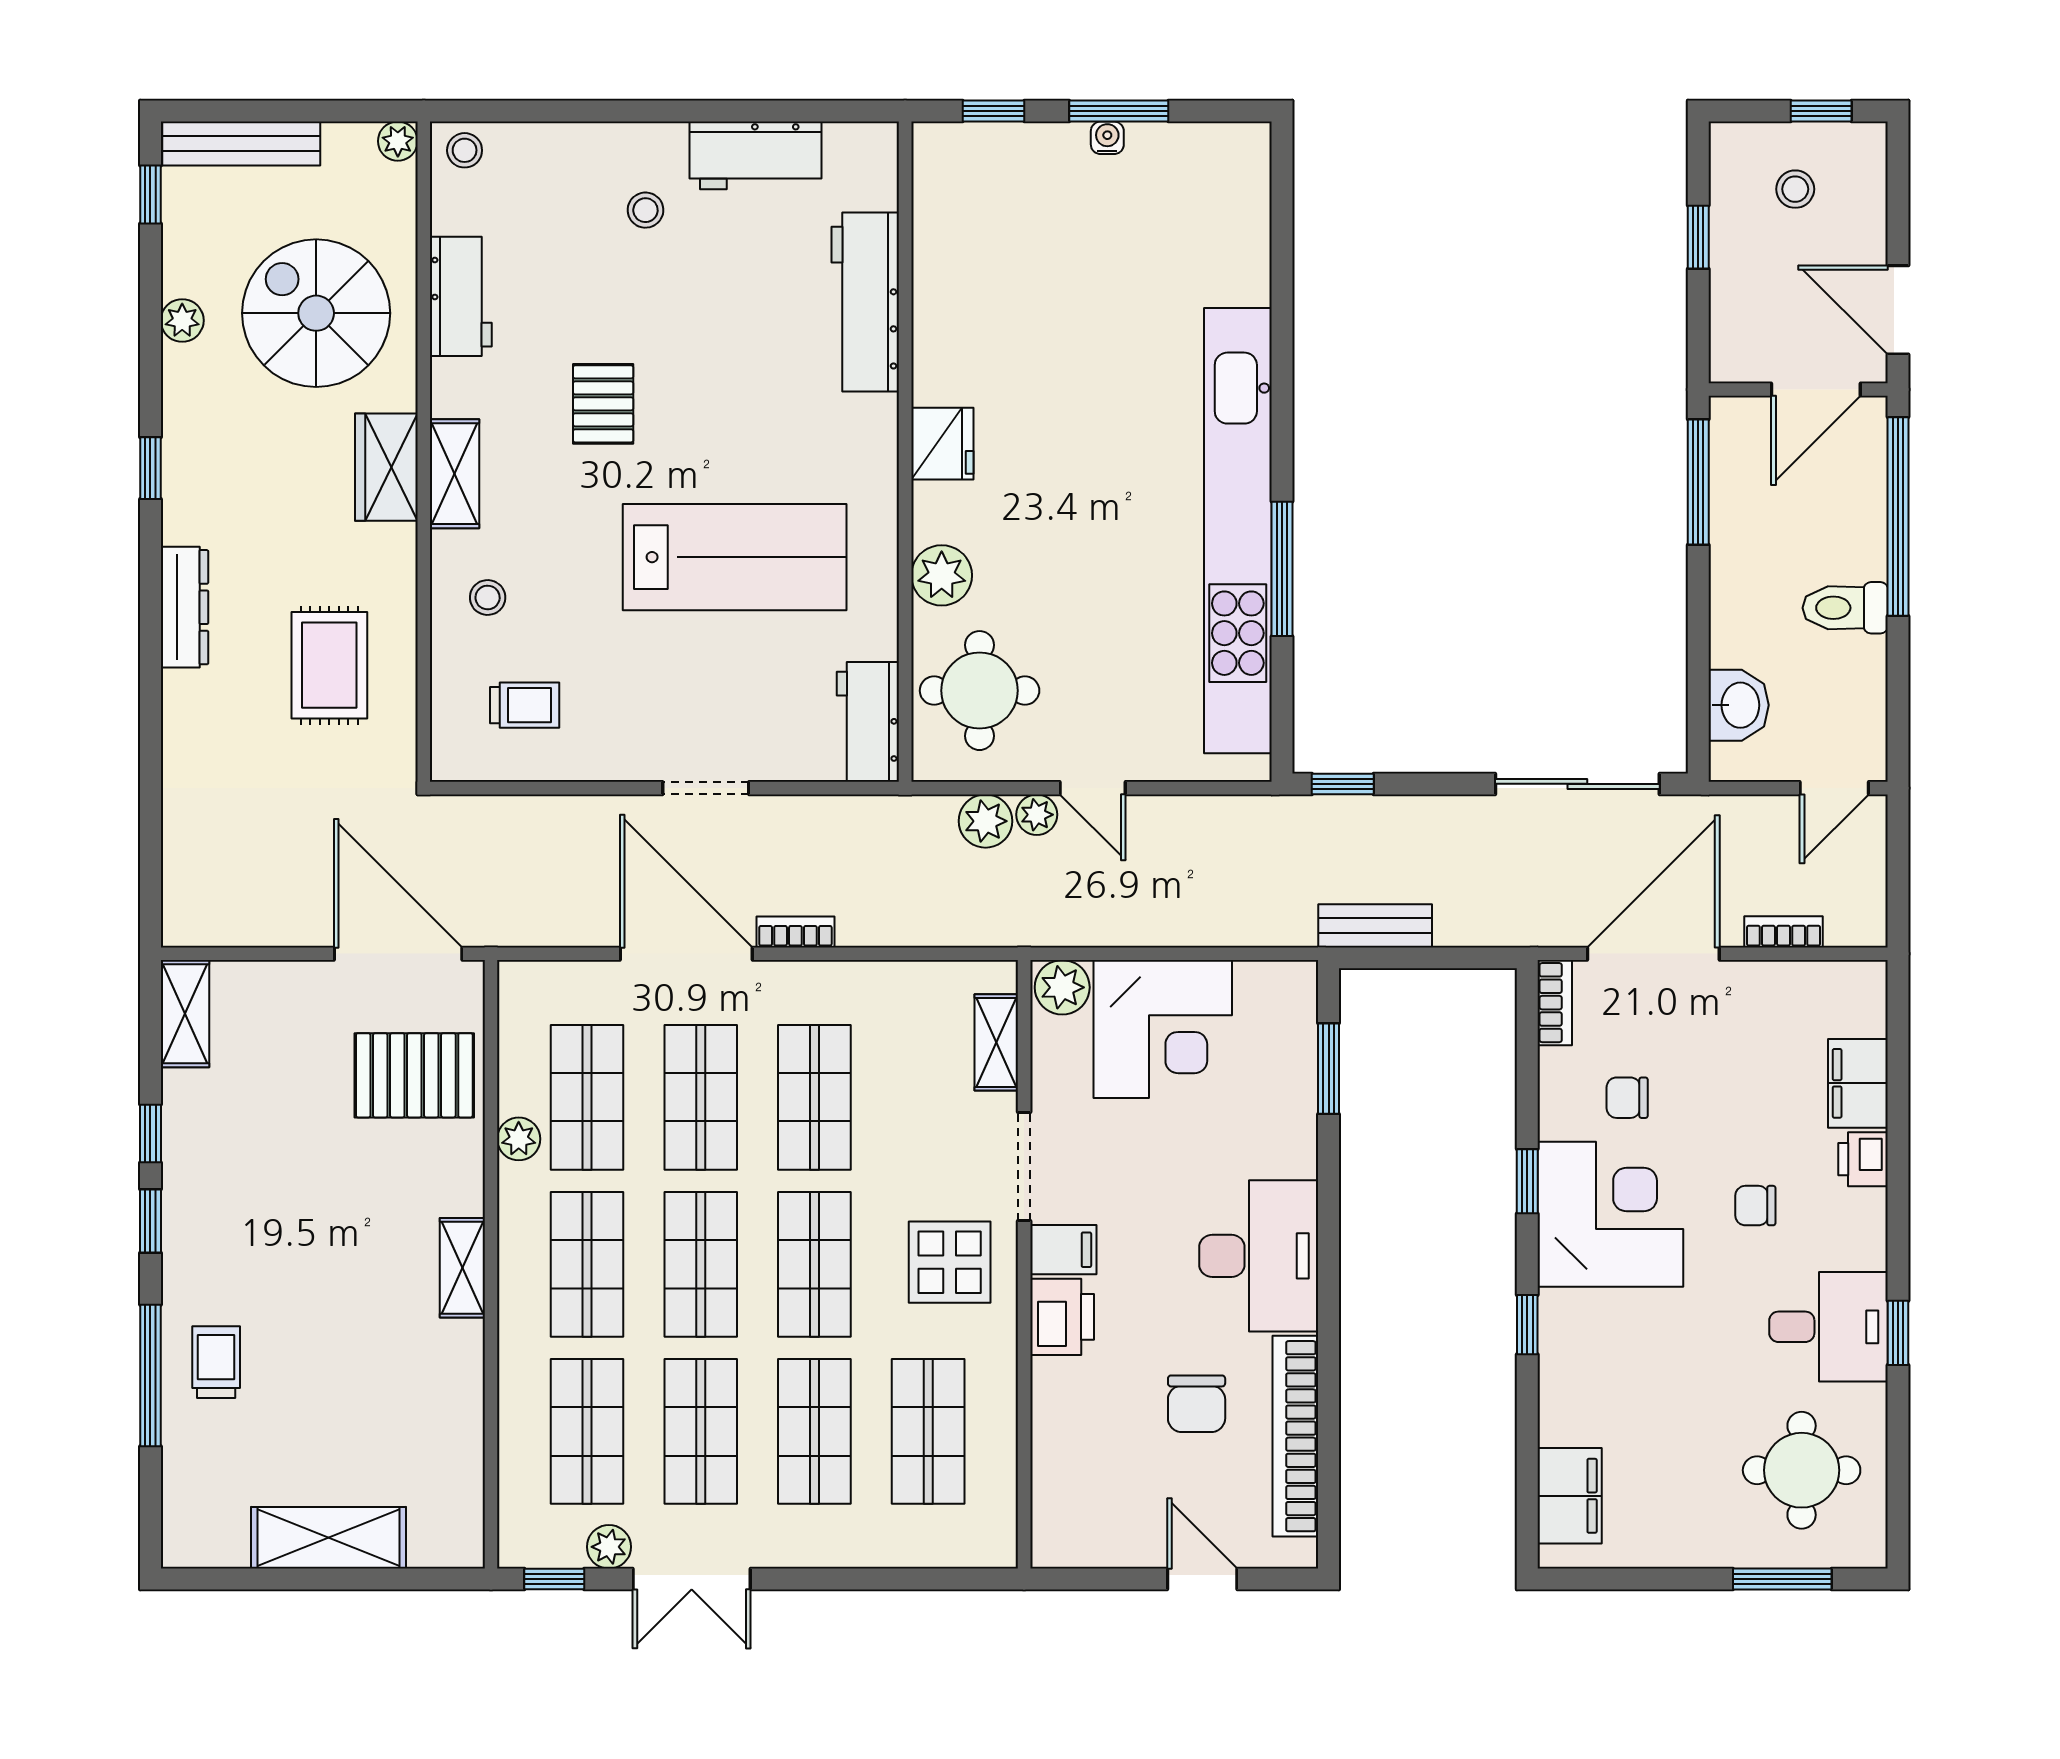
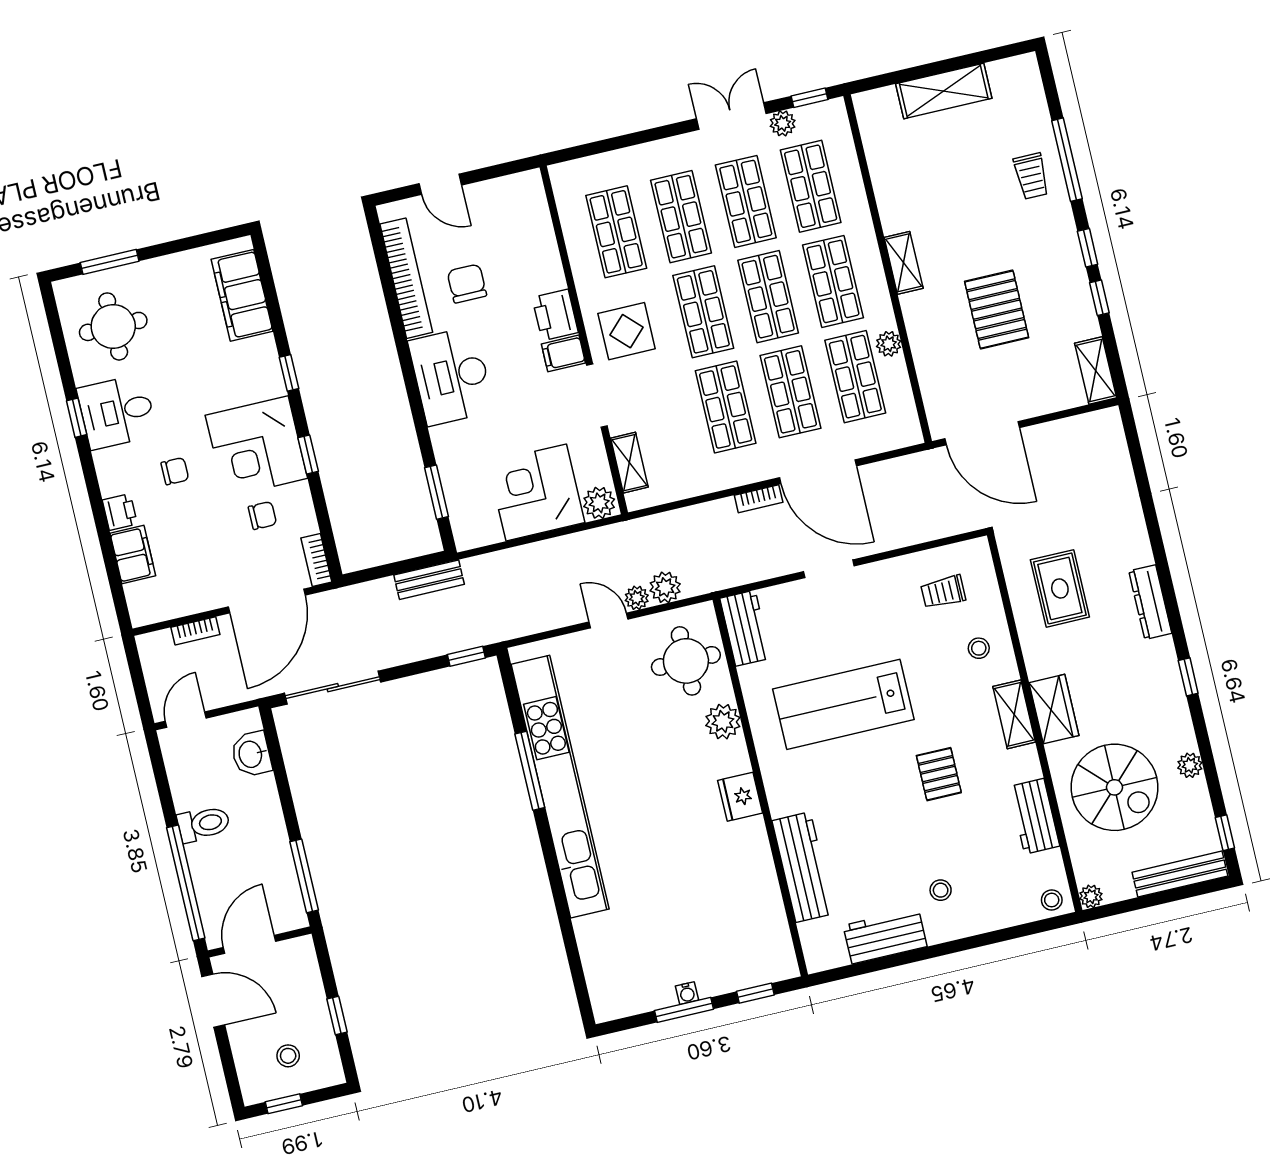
pallet: (414, 1075) -> (997, 310), moved, turned 90
filing cabinet: (1570, 1496) -> (242, 295), width x1.50, depth x1.17

